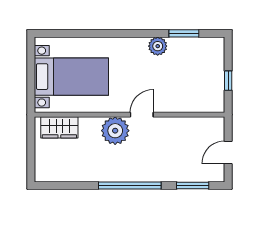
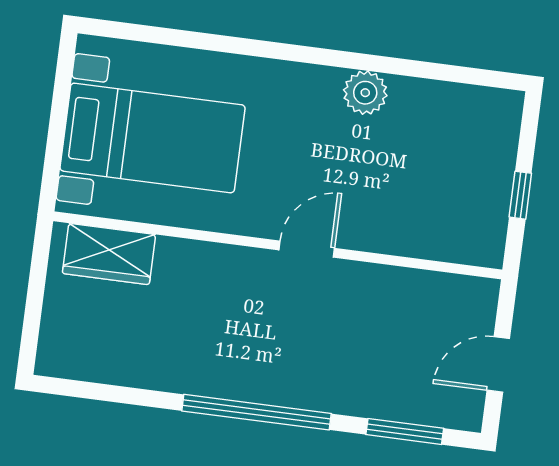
window: (184, 33) -> (431, 71), removed
plant: (115, 131) -> (239, 279), removed

